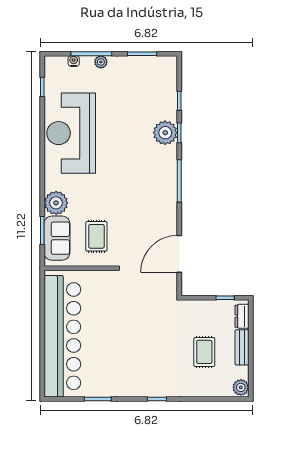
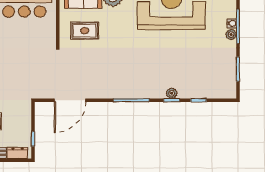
water cooler: (74, 61) -> (232, 23), moved
plant: (165, 133) -> (172, 93), width x0.53, depth x0.53
door: (179, 254) -> (70, 100), swing flipped

